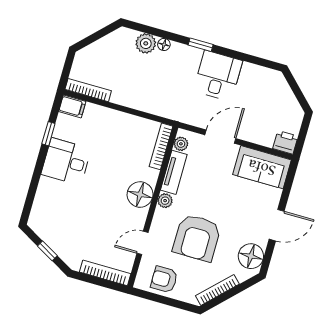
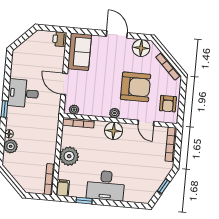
plant: (116, 124) -> (69, 156), added
desk: (66, 162) -> (106, 185), width x1.37
tv unit: (174, 172) -> (94, 111), removed

